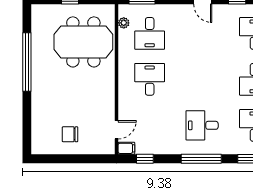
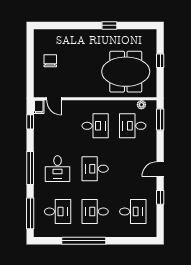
meeting table: (83, 42) -> (126, 72), turned 90
window: (27, 62) -> (109, 25), width x0.32
desk: (202, 79) -> (95, 169), added
desk: (202, 125) -> (58, 169), turned 180

